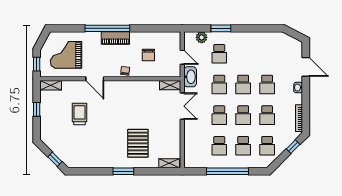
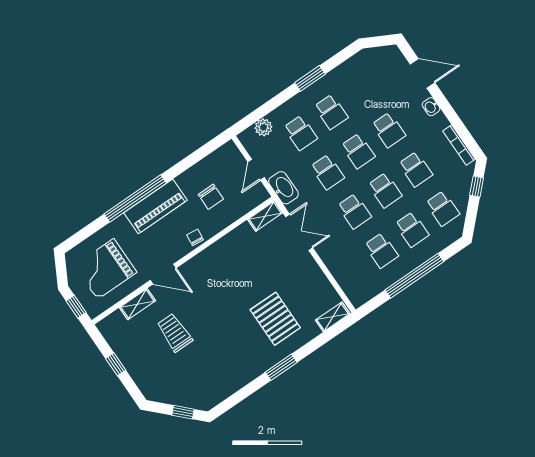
window: (221, 28) -> (310, 78), moved
piano: (115, 38) -> (156, 206), width x1.37, depth x1.33
school desk: (243, 54) -> (331, 112), added
door: (182, 57) -> (256, 170), swing flipped
shelving: (51, 85) -> (137, 304), moved

